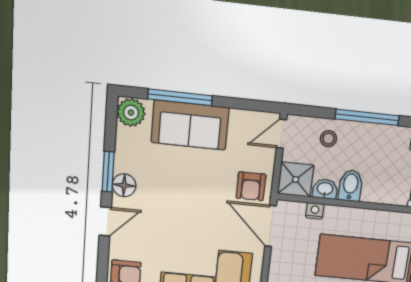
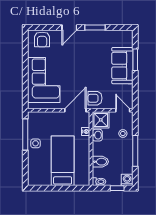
window: (180, 97) -> (135, 60), width x0.69
plant: (131, 113) -> (125, 37), removed
floor lamp: (124, 185) -> (89, 36), removed
bidet: (350, 186) -> (100, 162), moved
door: (105, 221) -> (69, 28), hinge flipped

